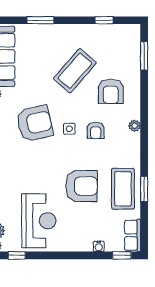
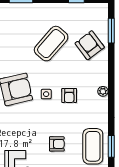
armchair: (111, 91) -> (90, 45), moved, turned 143
armchair: (82, 186) -> (57, 144), width x0.53, depth x0.53

